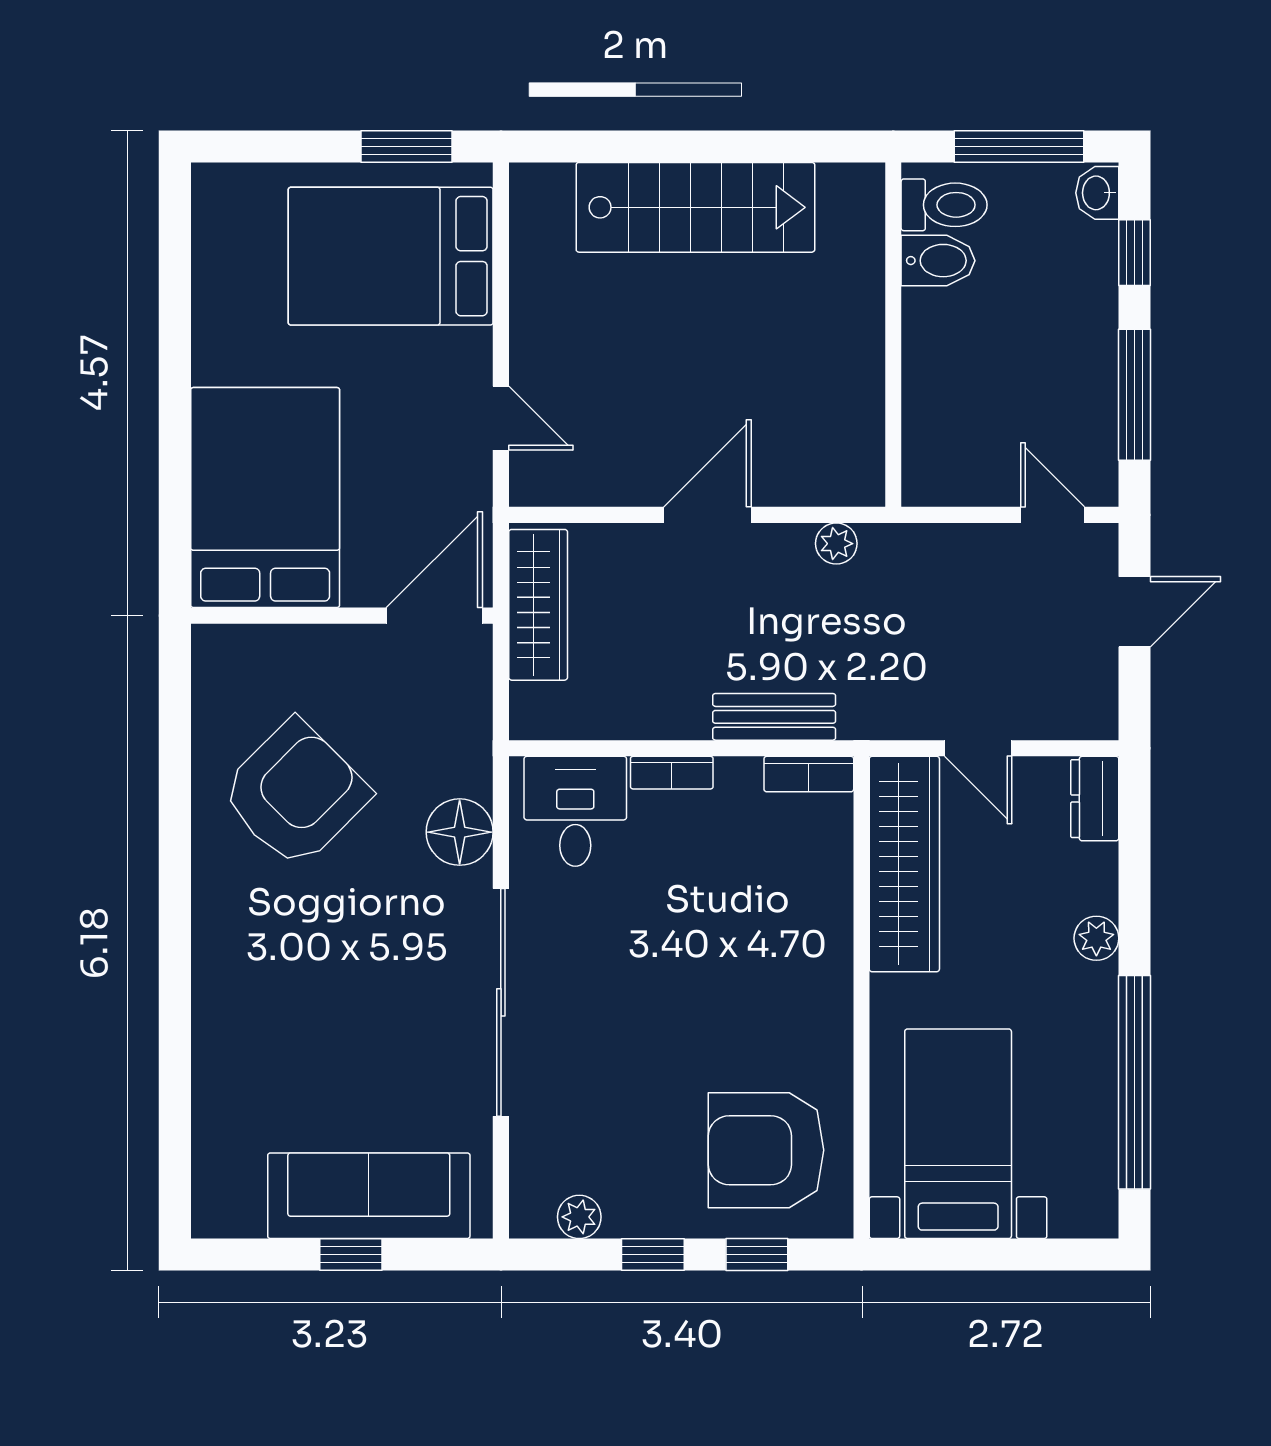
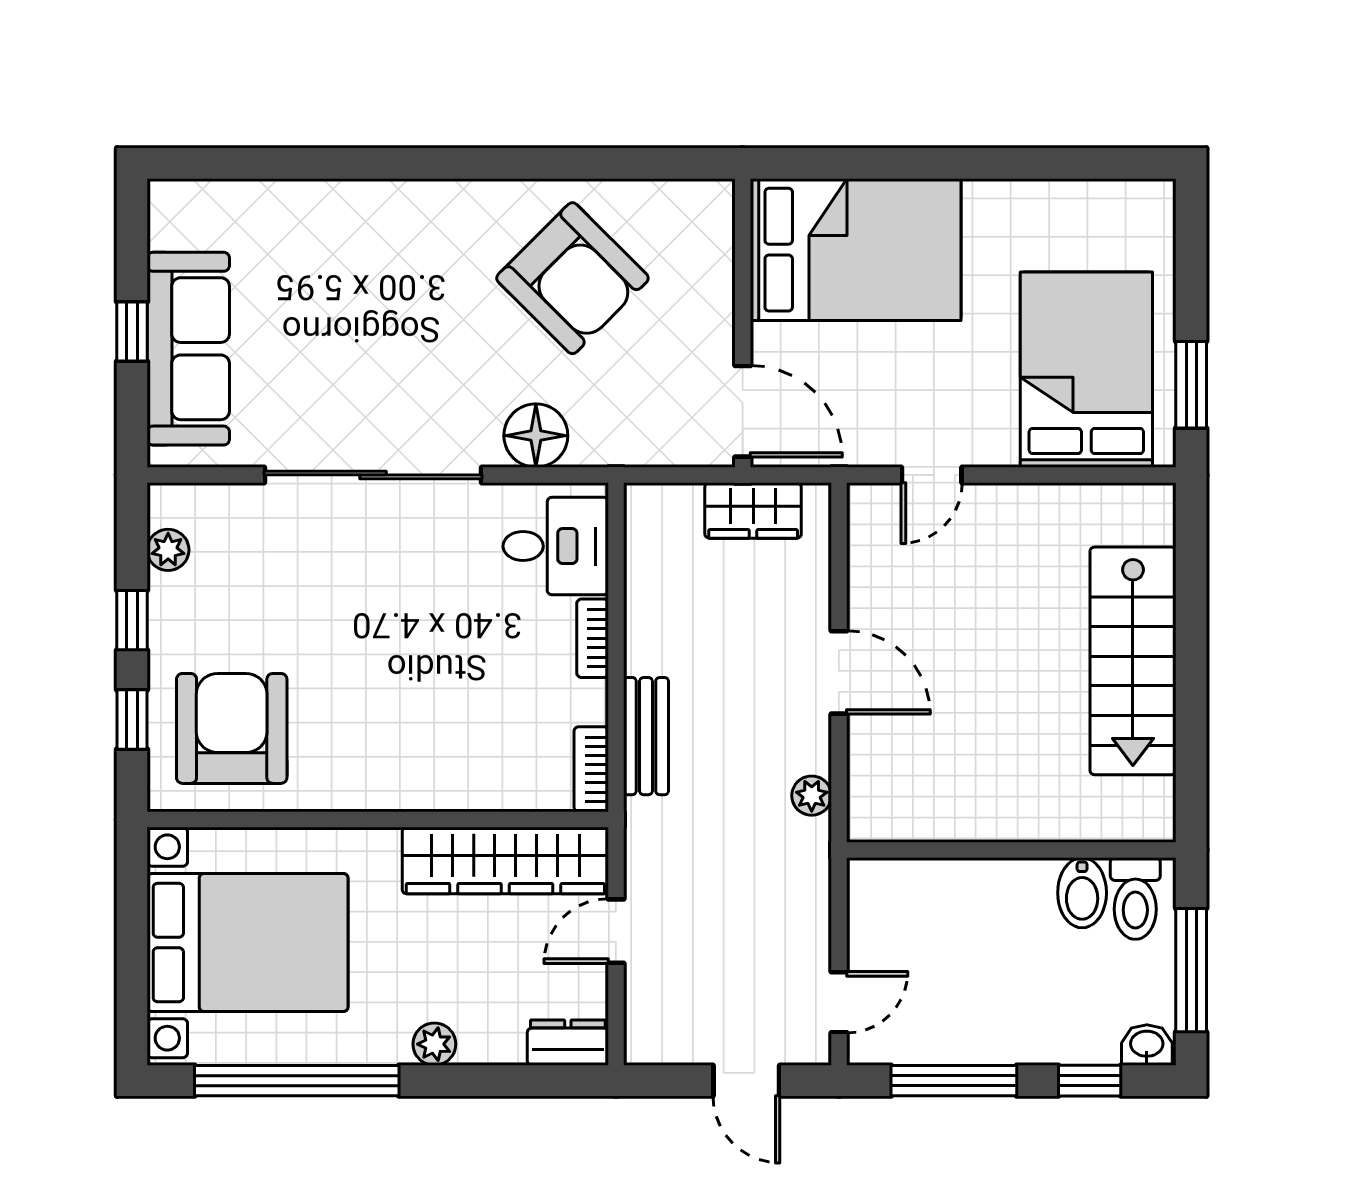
wardrobe: (538, 605) -> (753, 510), width x0.67
bed with nightstands: (958, 1134) -> (248, 942), width x1.36

